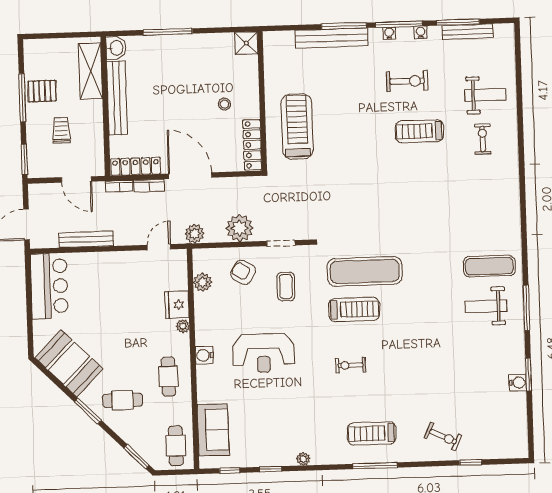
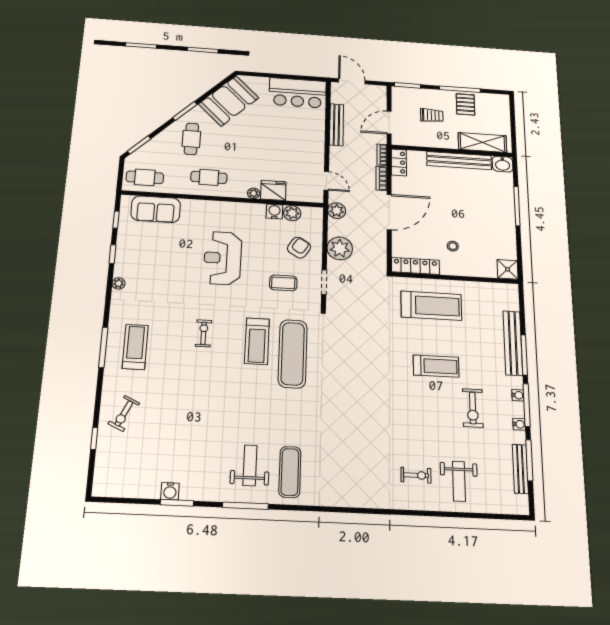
treadmill: (419, 131) -> (436, 366), moved, turned 90
locker: (136, 166) -> (399, 162), width x0.66
water cooler: (204, 355) -> (274, 212), moved

